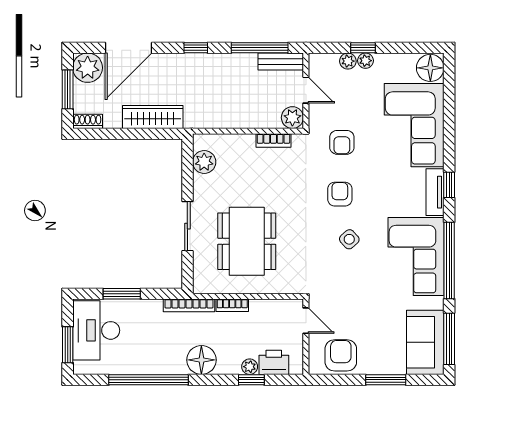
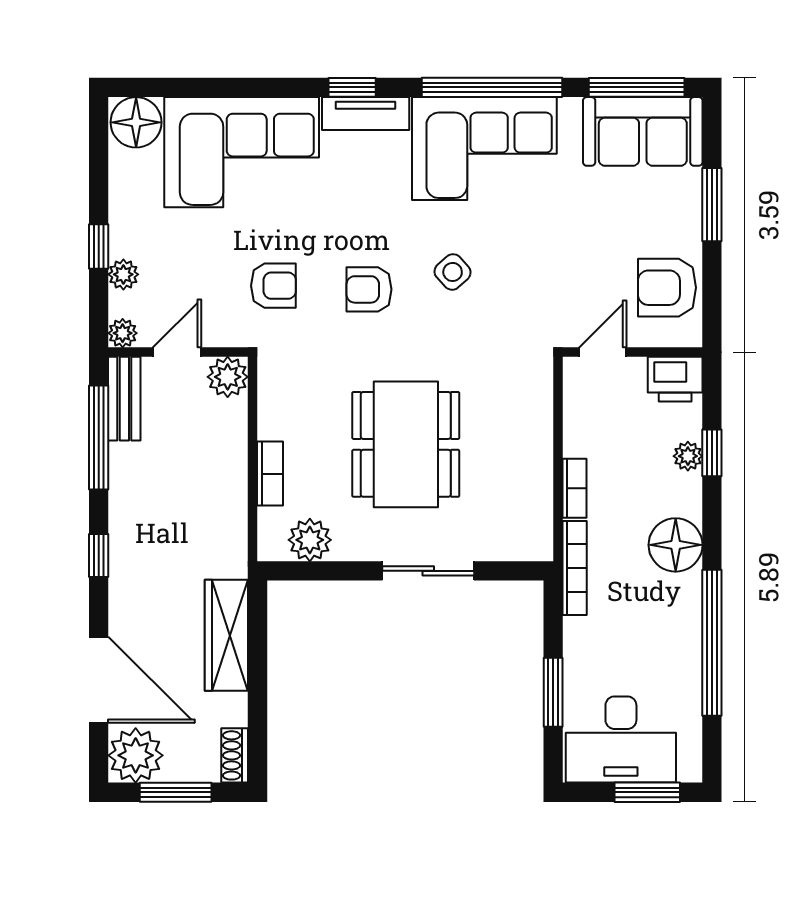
plant: (365, 61) -> (123, 333), moved
bookcase: (273, 140) -> (270, 474), moved
dining table: (247, 241) -> (406, 444), moved, turned 90
printer: (274, 362) -> (675, 379), moved, turned -90

